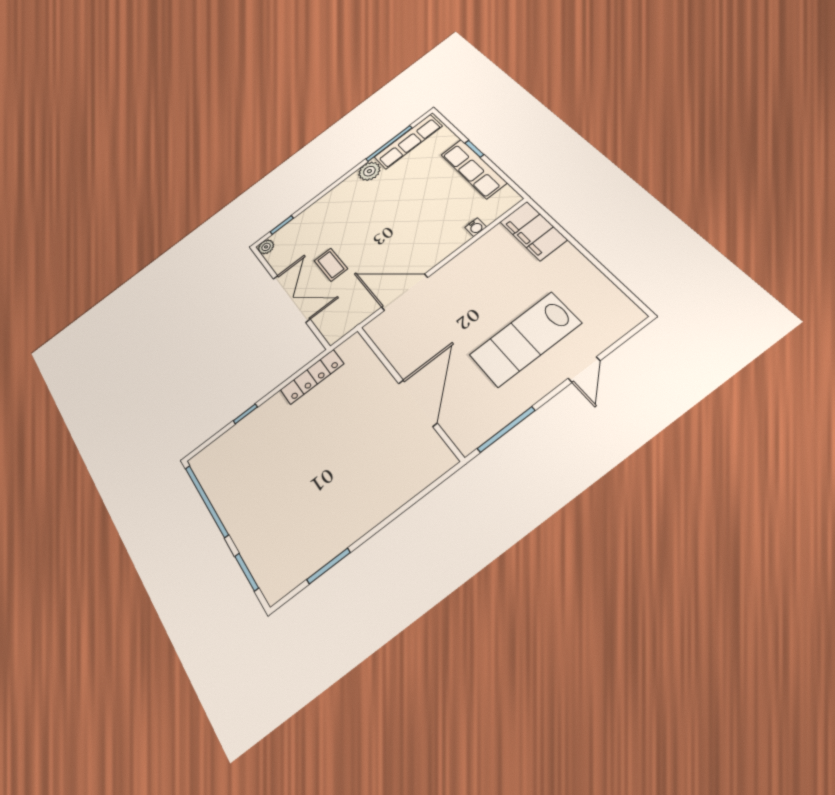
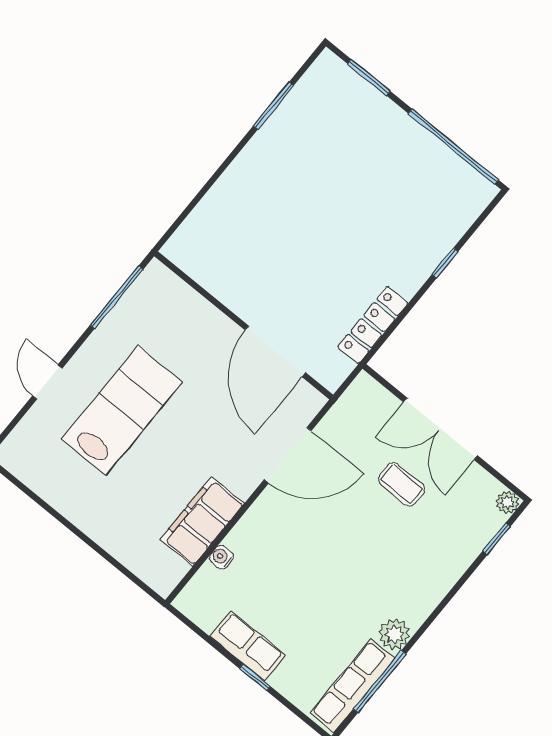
row of seats: (474, 169) -> (248, 646), width x0.68
filing cabinet: (533, 231) -> (202, 521), moved, turned -90
door: (418, 403) -> (275, 351), moved

